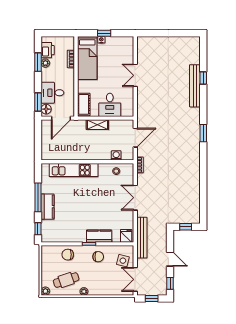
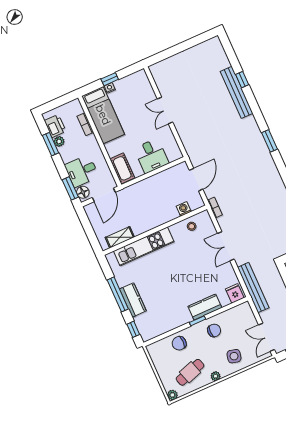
shelving: (97, 125) -> (120, 237), moved
side table: (123, 261) -> (234, 356), moved

